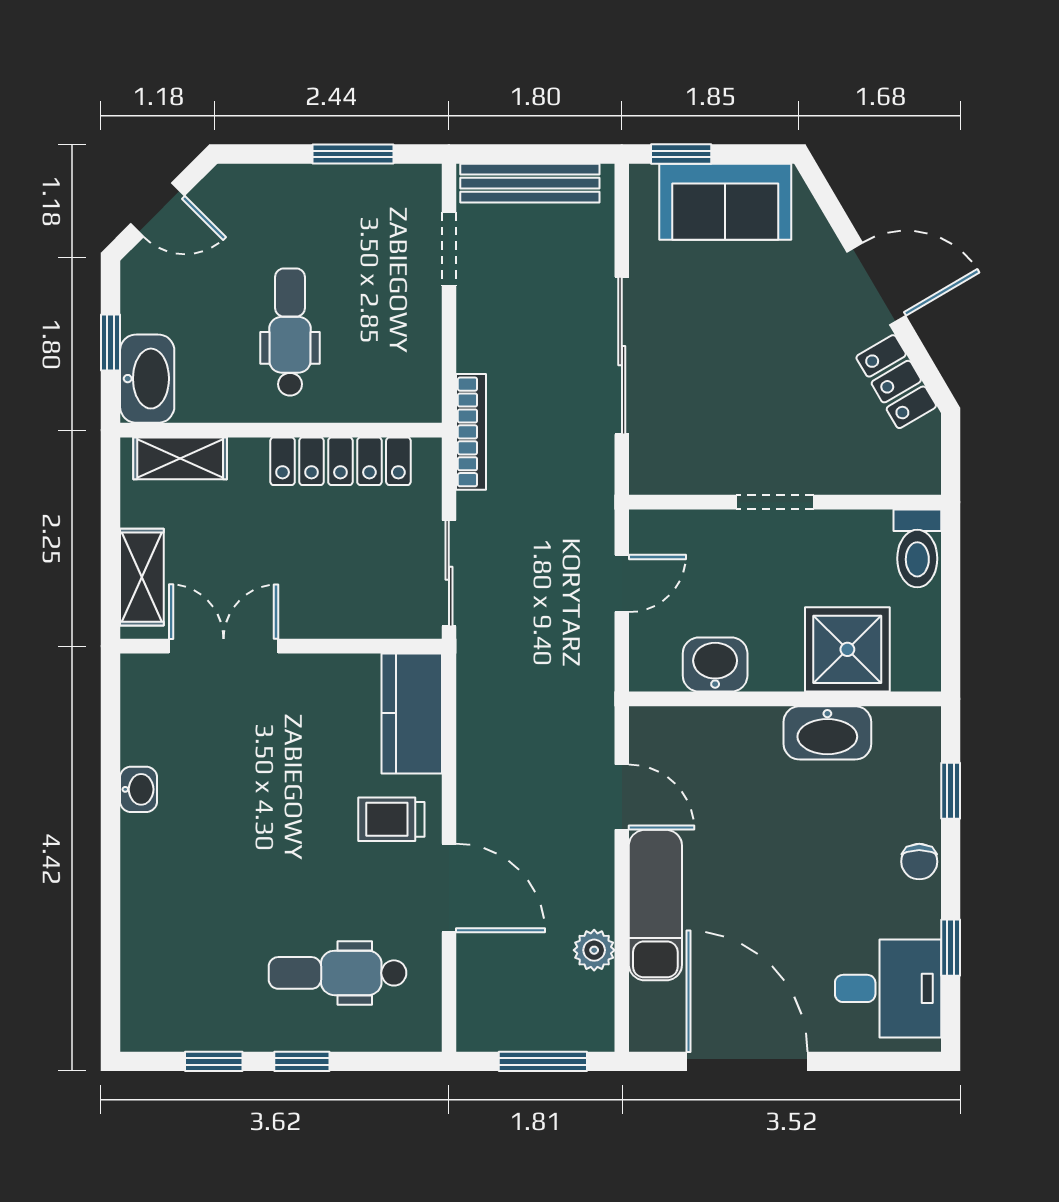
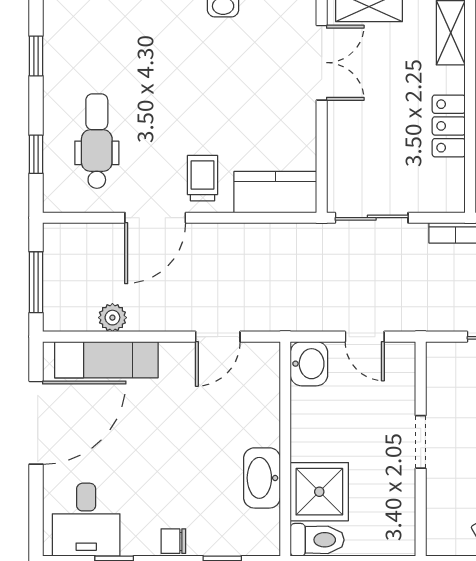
locker: (340, 461) -> (449, 126), width x0.66
toilet: (917, 548) -> (317, 540), moved, turned 180
washbasin: (715, 664) -> (309, 364), moved
exam couch: (655, 905) -> (106, 360), moved
window: (302, 1061) -> (36, 154), moved

